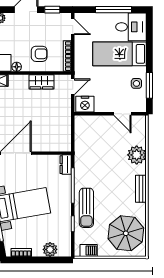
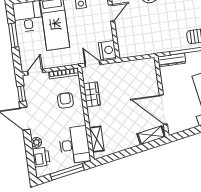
window: (114, 10) -> (13, 35), width x0.69
floor lamp: (17, 67) -> (81, 120), removed
dresser: (66, 165) -> (172, 60), width x1.44

